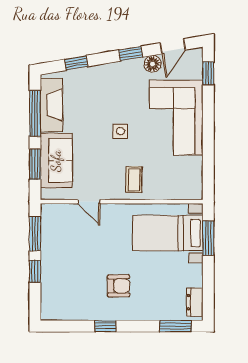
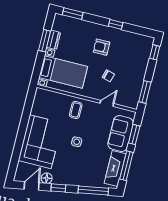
window: (76, 63) -> (93, 191), width x2.17
window: (208, 73) -> (14, 164), removed
door: (89, 202) -> (107, 103), hinge flipped
window: (208, 238) -> (45, 41), moved
chair: (97, 244) -> (108, 76), added
window: (35, 271) -> (155, 52), moved
dresser: (195, 302) -> (54, 40), moved

